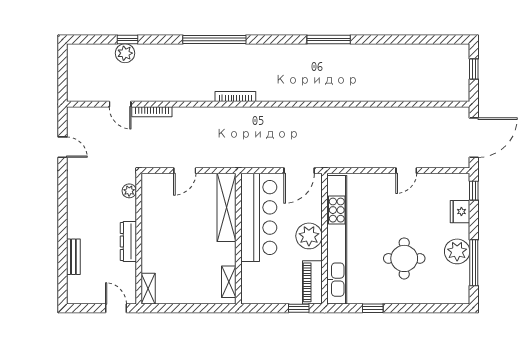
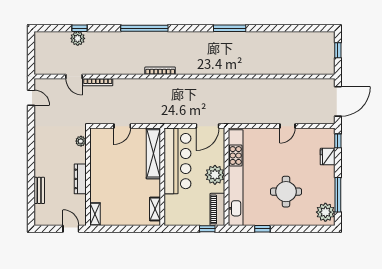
door: (62, 147) -> (31, 98), moved
plant: (457, 251) -> (325, 212), moved

